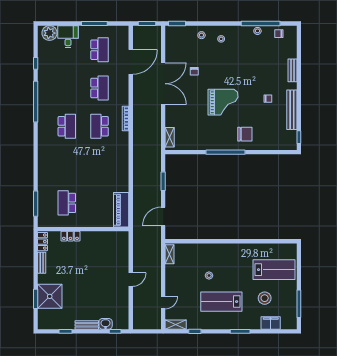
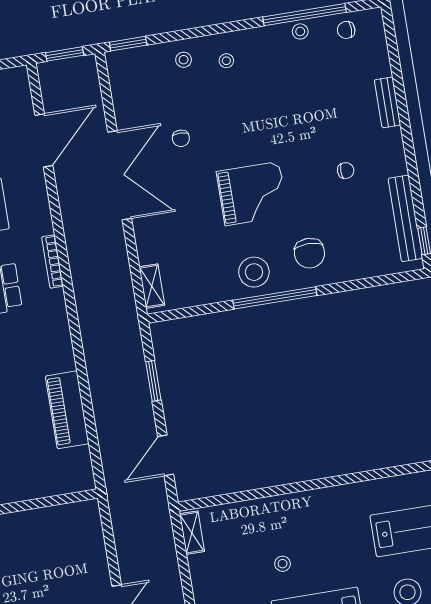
bench: (292, 110) -> (405, 218), moved
chair: (245, 134) -> (309, 253), turned 90
stool: (218, 139) -> (254, 272), added
piano: (121, 210) -> (67, 410), moved

